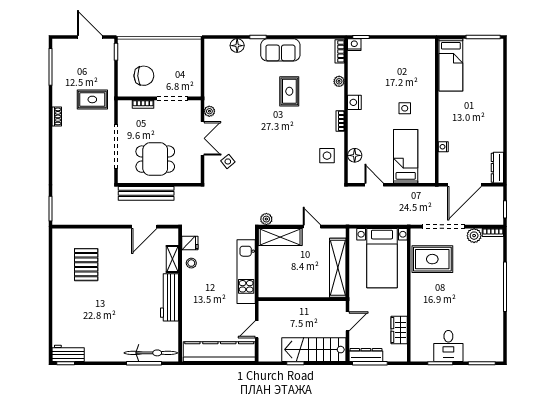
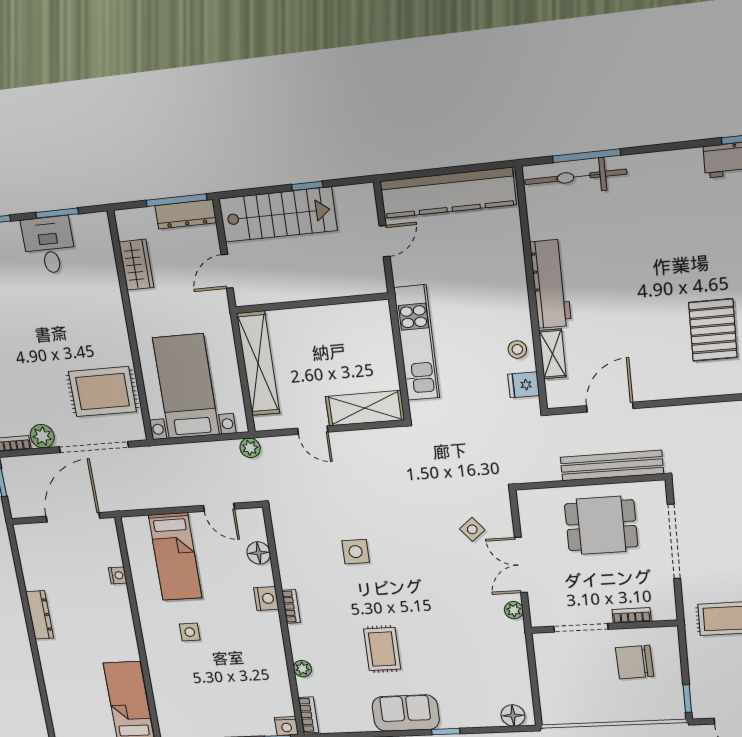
floor lamp: (237, 46) -> (513, 715), moved
nightstand: (354, 102) -> (266, 598), moved
side table: (327, 156) -> (356, 552), moved
dresser: (497, 168) -> (40, 615), moved
plant: (266, 219) -> (250, 448), moved

